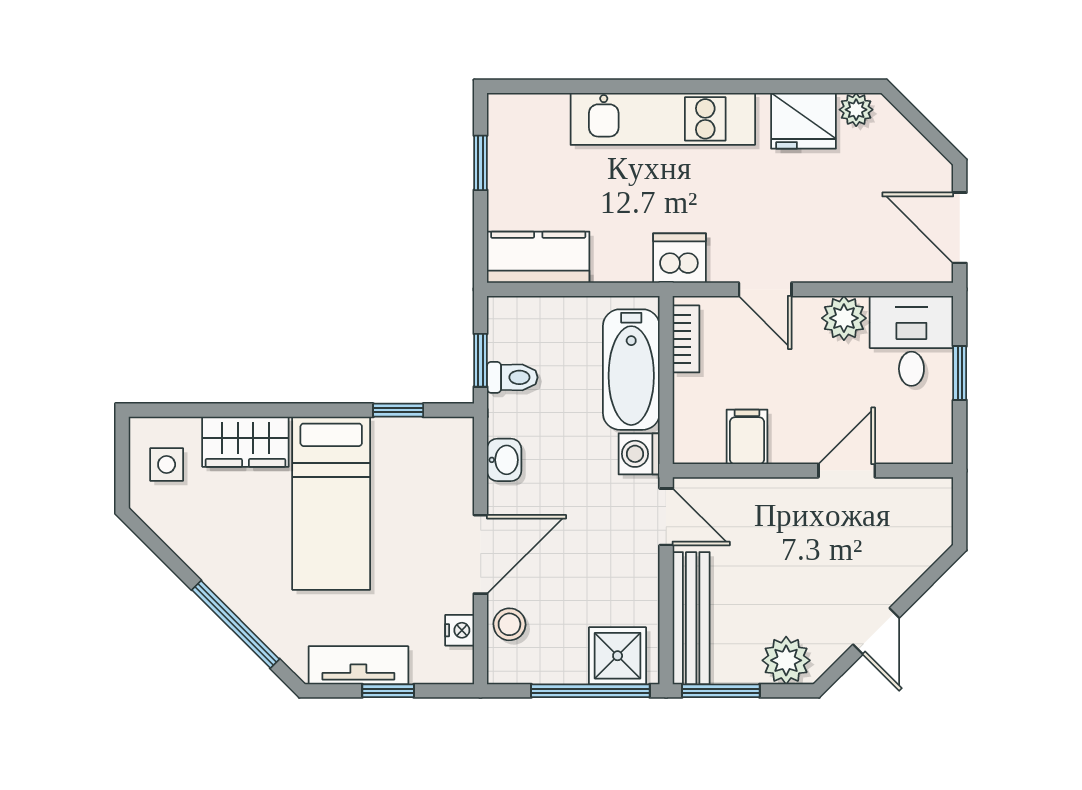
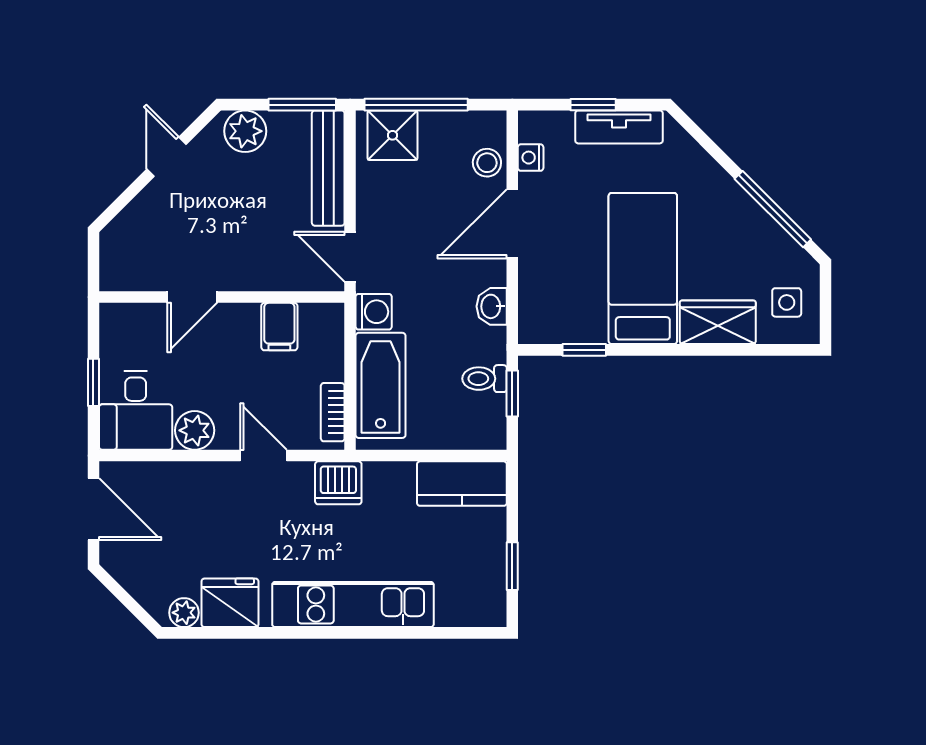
window: (236, 624) -> (773, 209), moved

